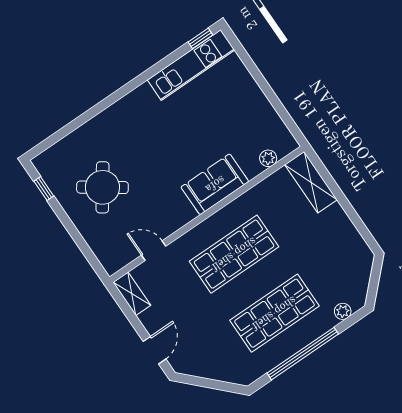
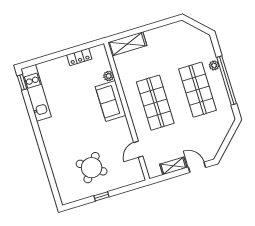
locker: (267, 114) -> (79, 57), added
plant: (268, 158) -> (109, 76), moved
window: (44, 189) -> (102, 196), moved
shelving: (132, 294) -> (173, 166), moved
plant: (343, 311) -> (214, 65), moved

